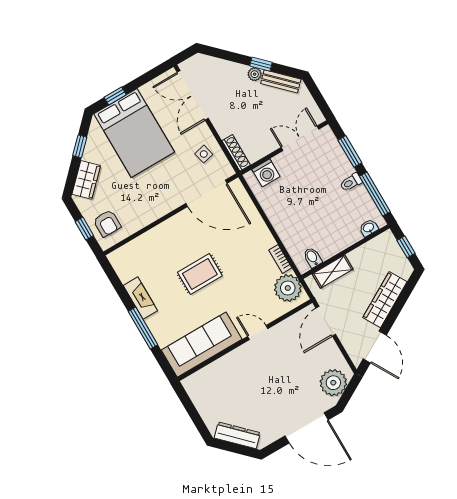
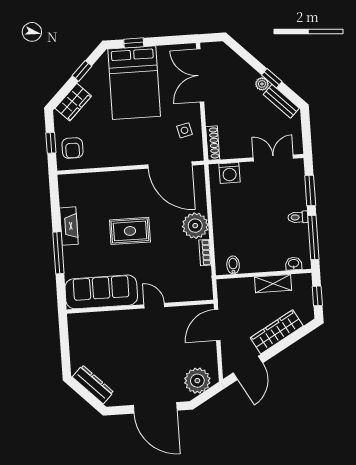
shelving: (333, 272) -> (273, 284), moved
plant: (288, 288) -> (195, 226), moved

